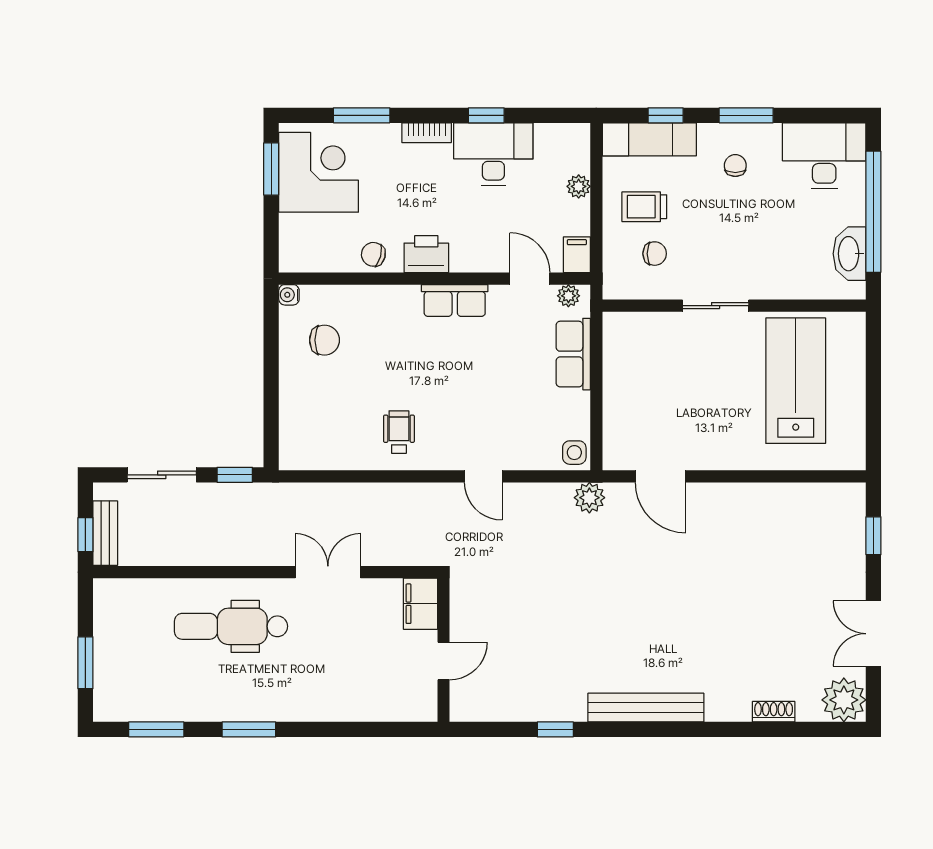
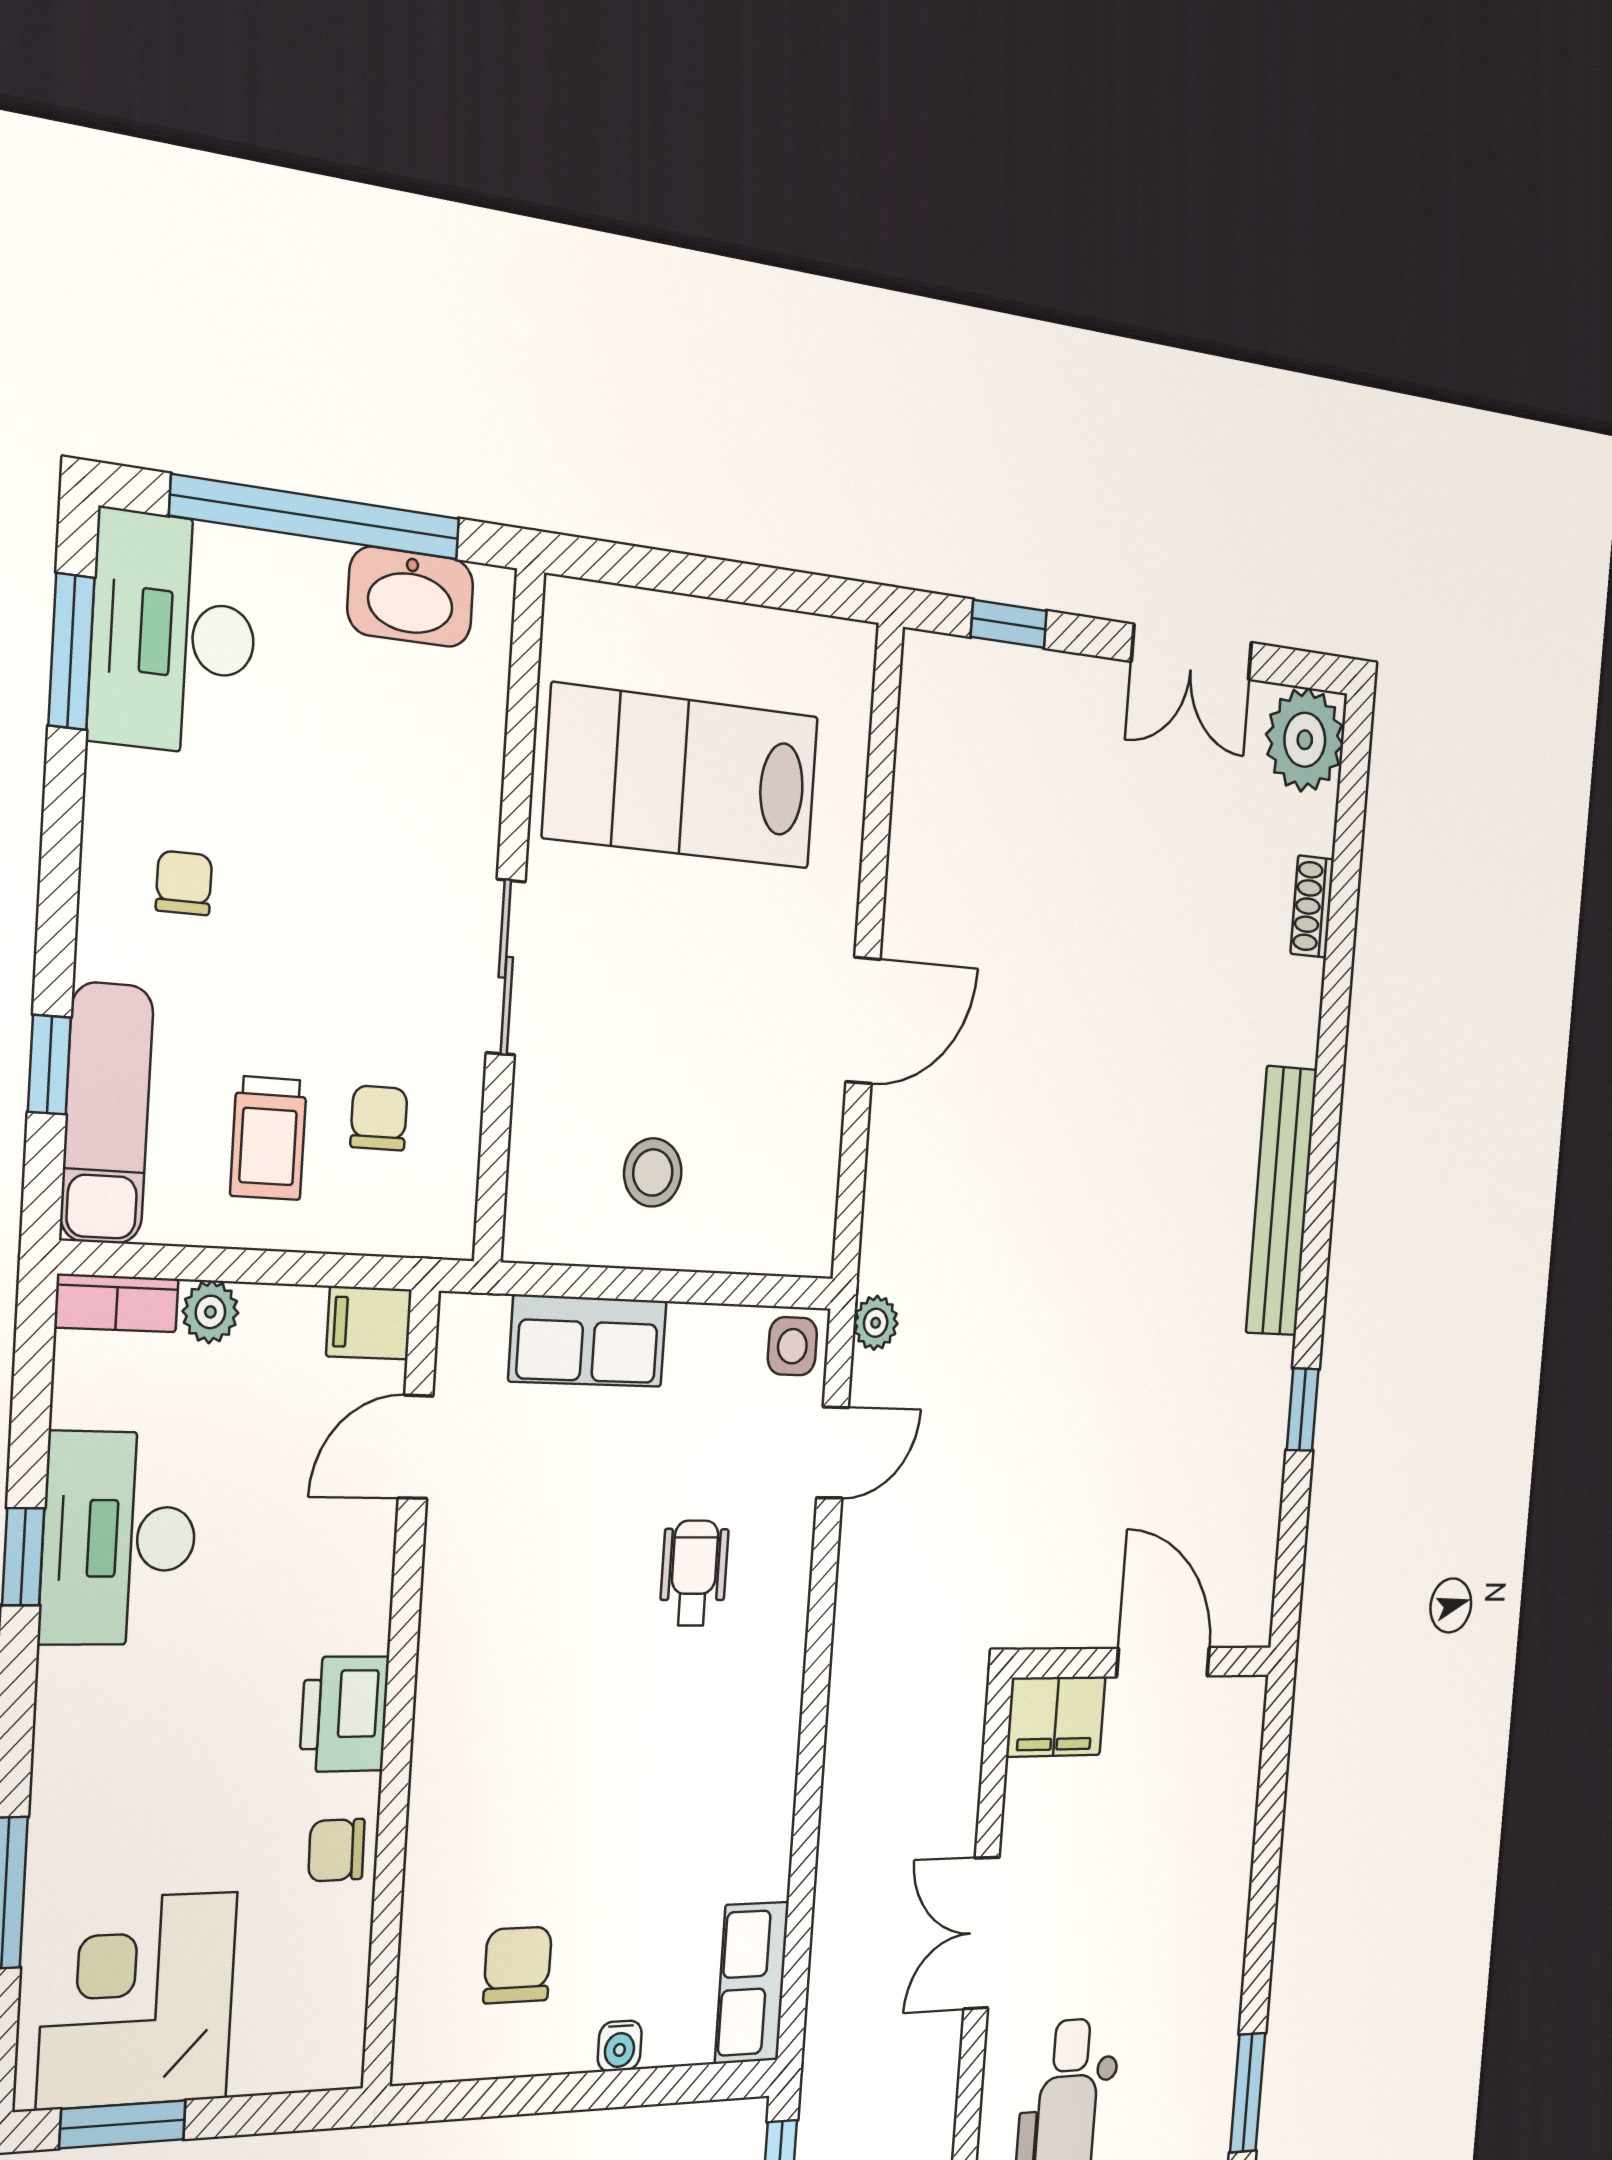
window: (746, 115) -> (71, 652), moved
bookcase: (427, 133) -> (117, 1303), moved, turned 90
chair: (735, 166) -> (184, 883), turned 90
chair: (373, 254) -> (336, 1850), turned 74
water cooler: (289, 295) -> (620, 2046), moved
plant: (568, 296) -> (460, 1348), removed
row of seats: (455, 300) -> (752, 1983), moved, turned 180
stool: (641, 379) -> (653, 1172), added
wheelchair: (399, 432) -> (694, 1573), moved, turned 90
door: (483, 476) -> (832, 1453), moved
door: (661, 476) -> (863, 1020), moved
plant: (589, 498) -> (876, 1323), width x0.73, depth x0.73
door: (443, 661) -> (1163, 1662), width x1.38

